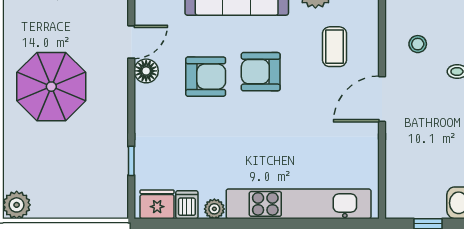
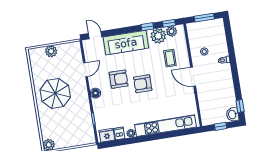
floor lamp: (146, 71) -> (96, 93), moved
armchair: (261, 72) -> (143, 84), moved
door: (382, 99) -> (193, 77), hinge flipped

